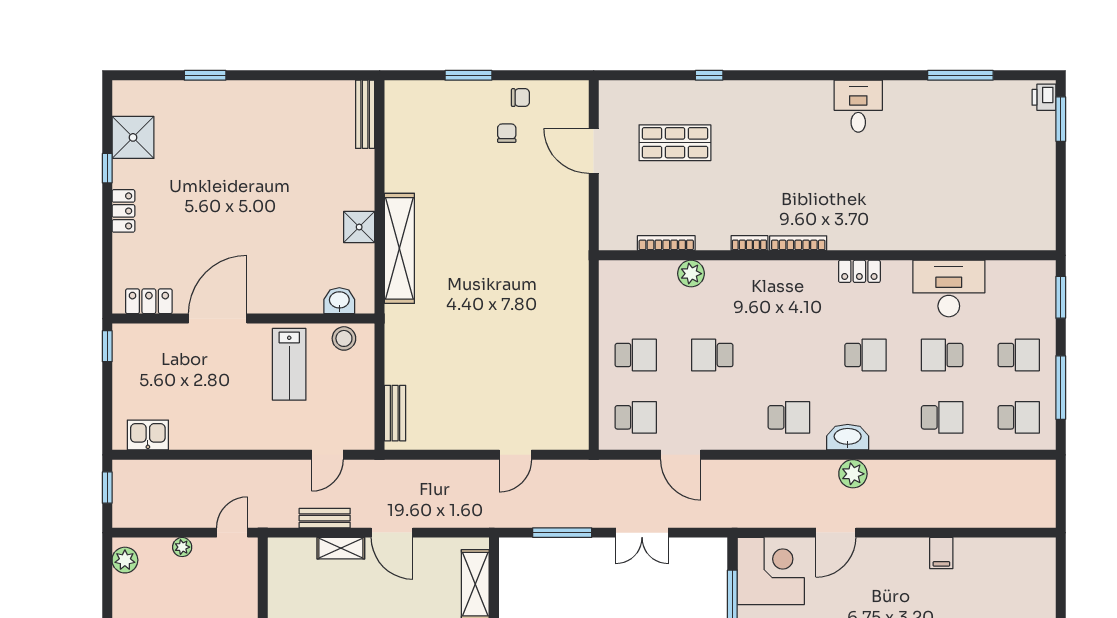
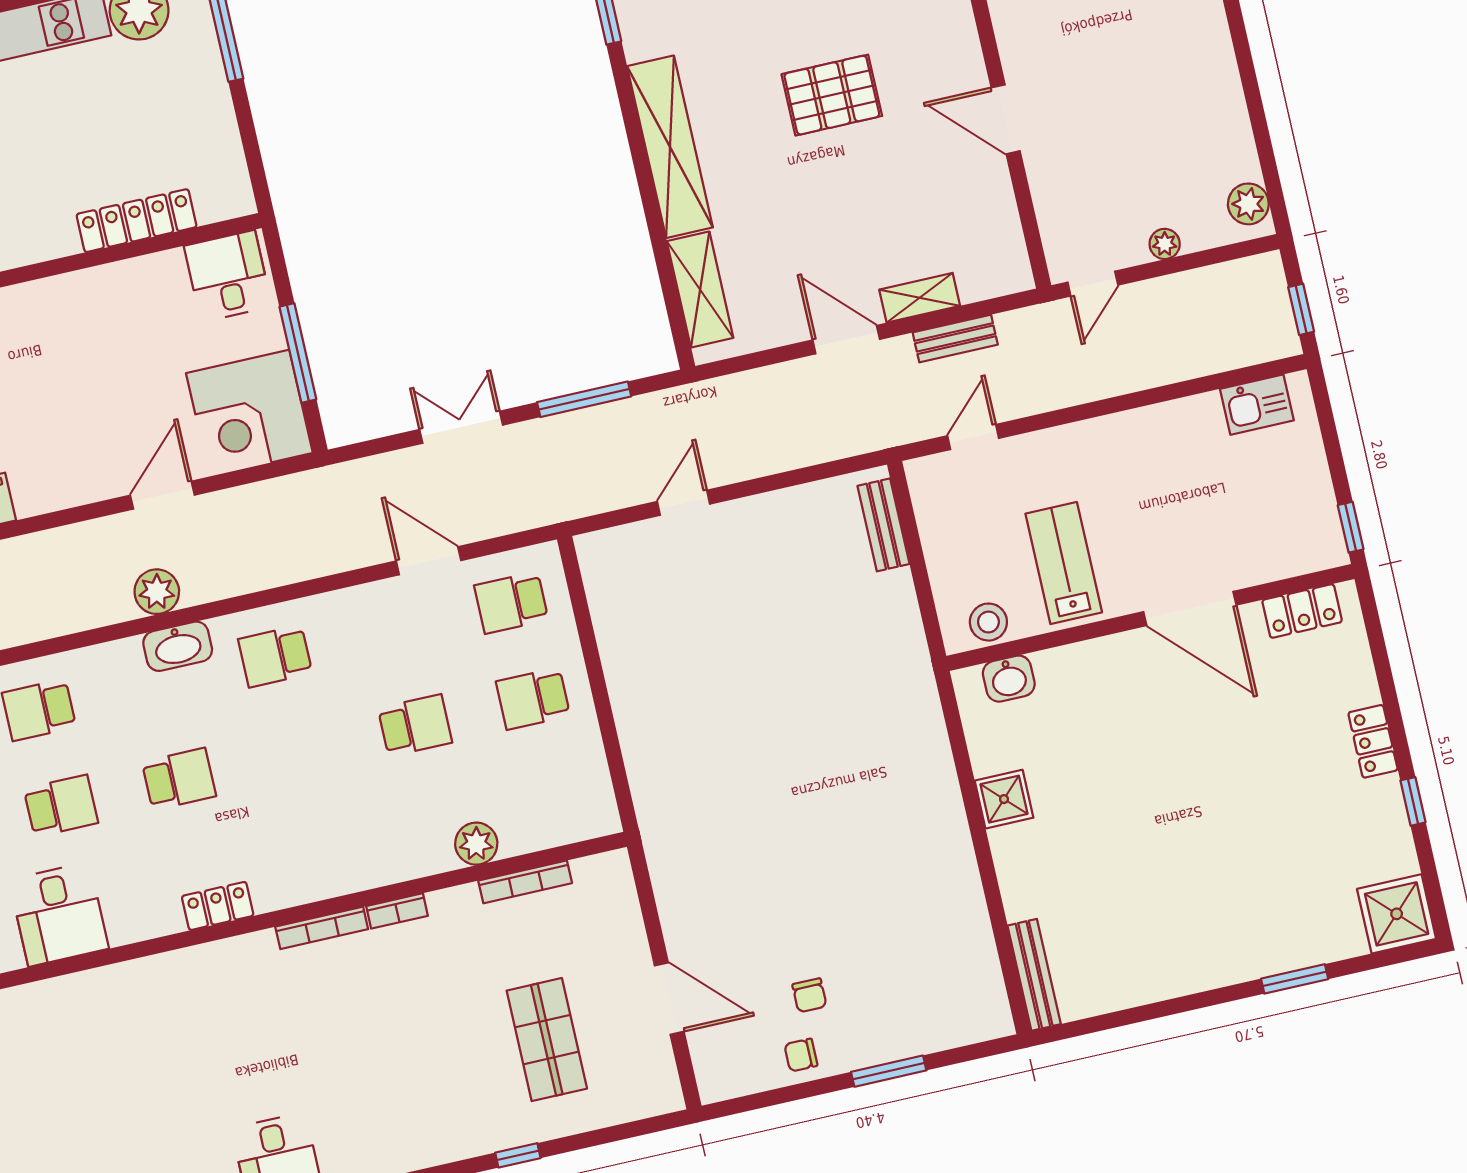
shower: (133, 137) -> (1397, 914), moved
shop shelf: (675, 143) -> (547, 1040), turned 90
shelving: (399, 248) -> (934, 780), removed
desk: (949, 288) -> (59, 914), width x0.73
door: (218, 319) -> (1190, 608), hinge flipped
school desk: (865, 355) -> (179, 779), turned 180

